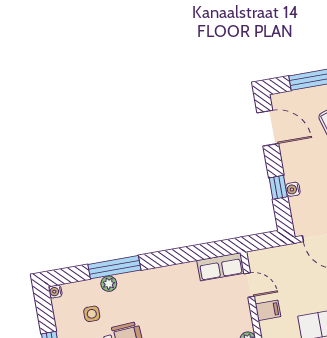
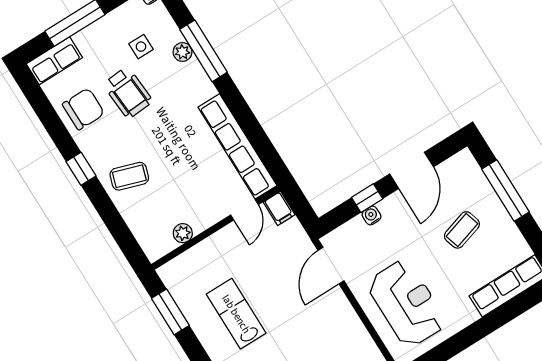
door: (268, 128) -> (412, 170), moved
row of seats: (221, 267) -> (237, 146), width x2.02
filing cabinet: (268, 310) -> (279, 208), moved

